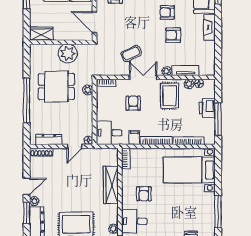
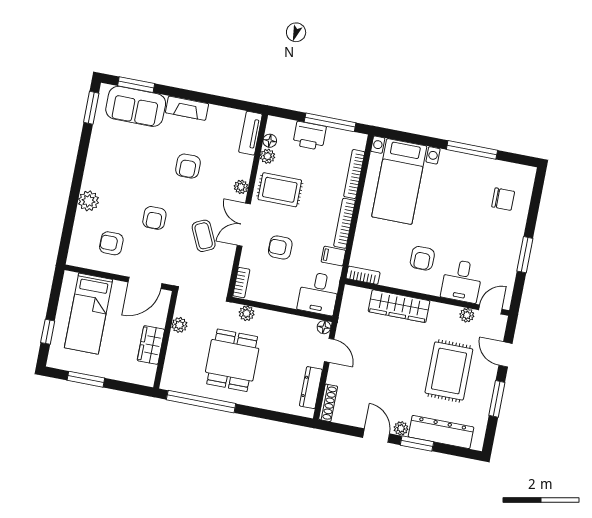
armchair: (167, 12) -> (154, 218), moved
wardrobe: (41, 34) -> (151, 345), moved
plant: (68, 53) -> (179, 325), width x0.53, depth x0.53
tv unit: (186, 70) -> (250, 133), moved
window: (27, 101) -> (201, 402), moved
armchair: (144, 194) -> (422, 258), turned 90

